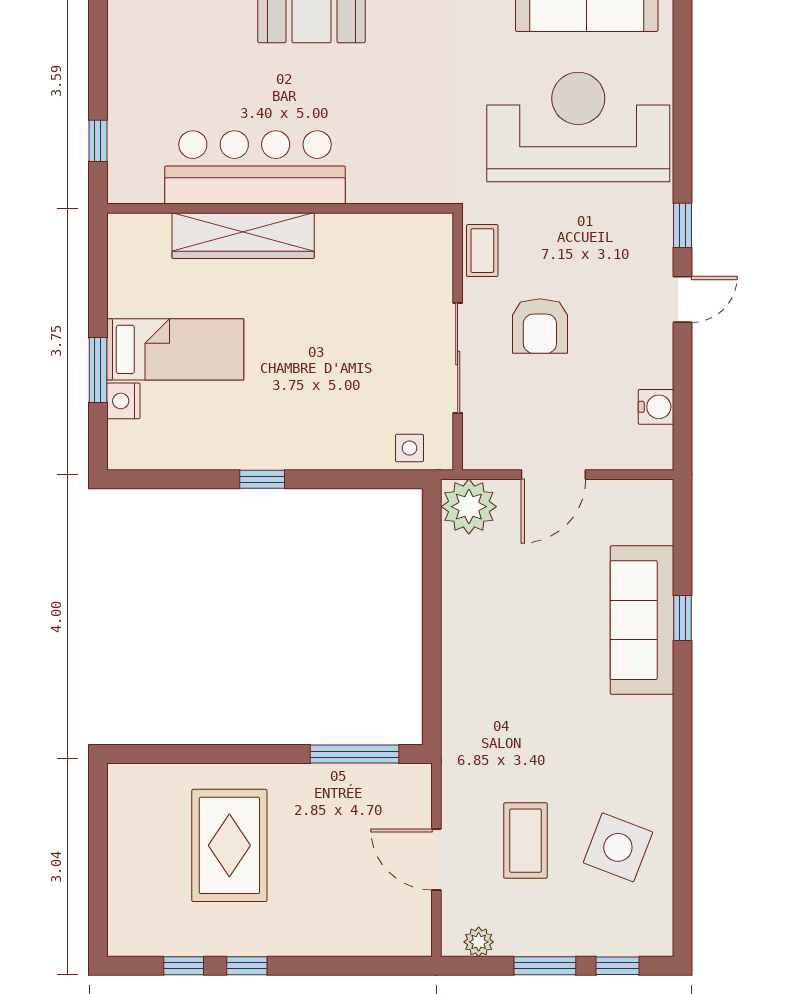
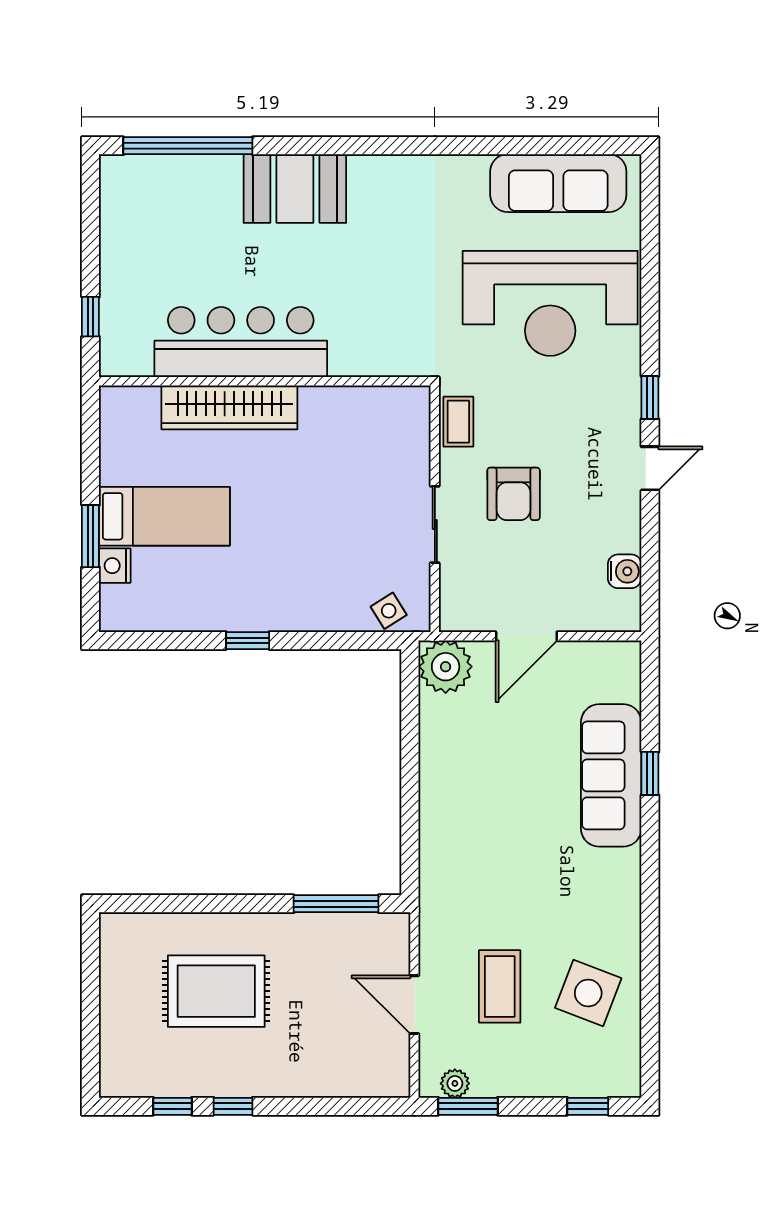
reception desk: (578, 127) -> (550, 303), turned 180
sliding door: (458, 358) -> (435, 524), width x0.73
side table: (409, 448) -> (389, 611), turned -32
rug: (229, 845) -> (216, 991), turned 90
window: (545, 966) -> (468, 1106), moved

